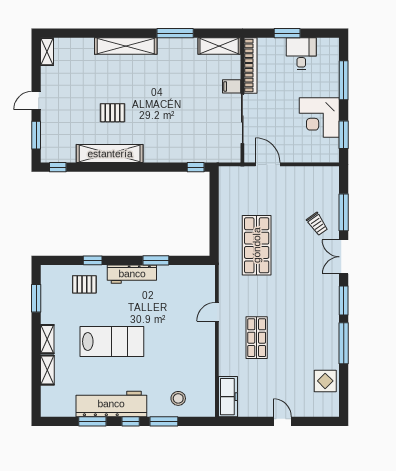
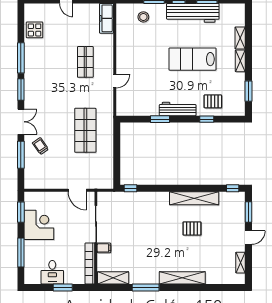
shelving: (47, 52) -> (240, 263), moved

